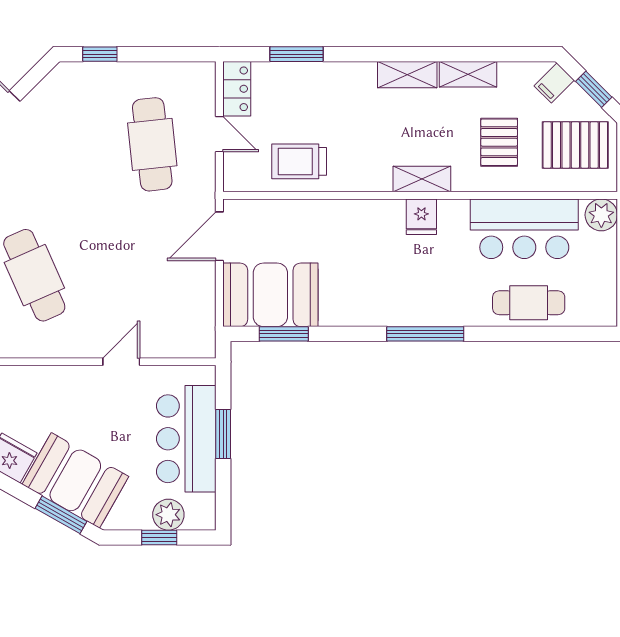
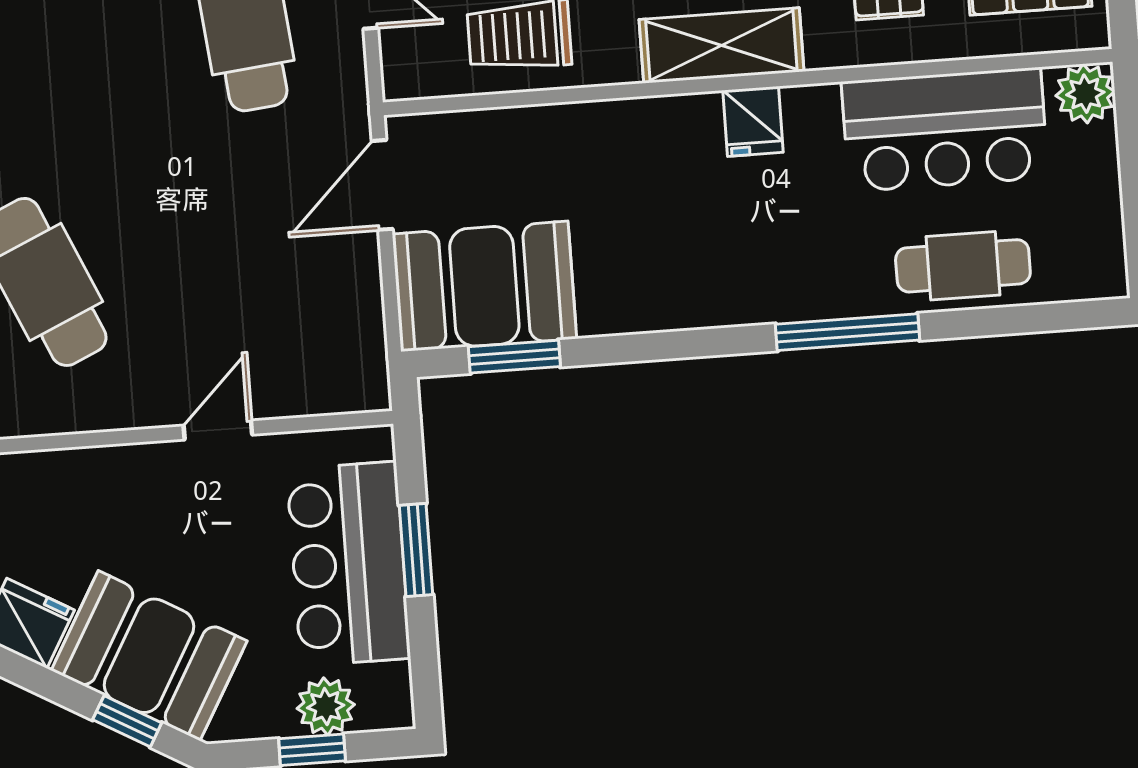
shelving: (422, 179) -> (721, 45), width x1.50, depth x1.33
window: (425, 334) -> (847, 332), moved
window: (61, 515) -> (127, 721), width x0.67

